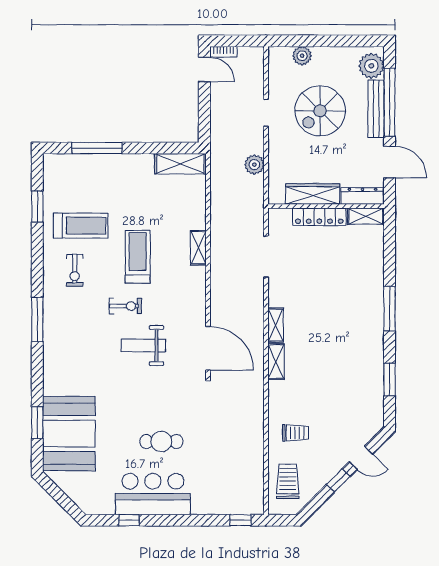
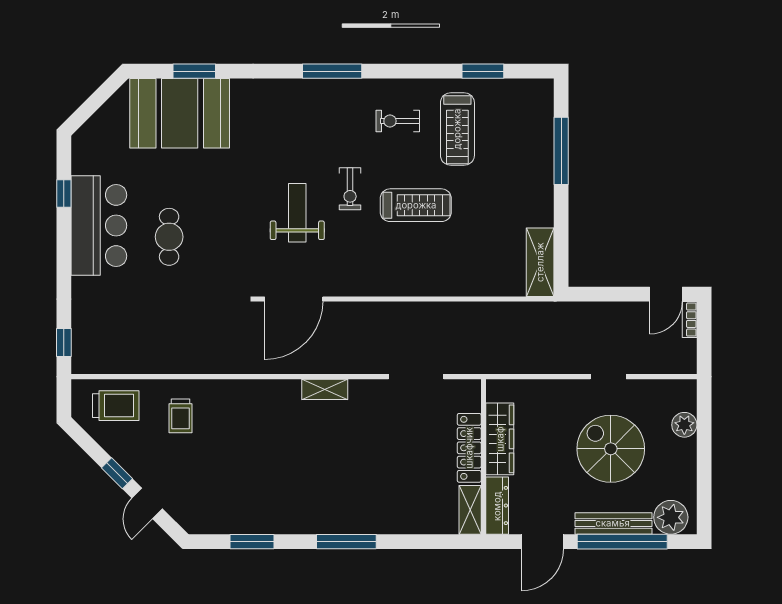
plant: (254, 165) -> (539, 361), removed
shelving: (198, 248) -> (428, 286), removed
shelving: (276, 362) -> (276, 390), removed

